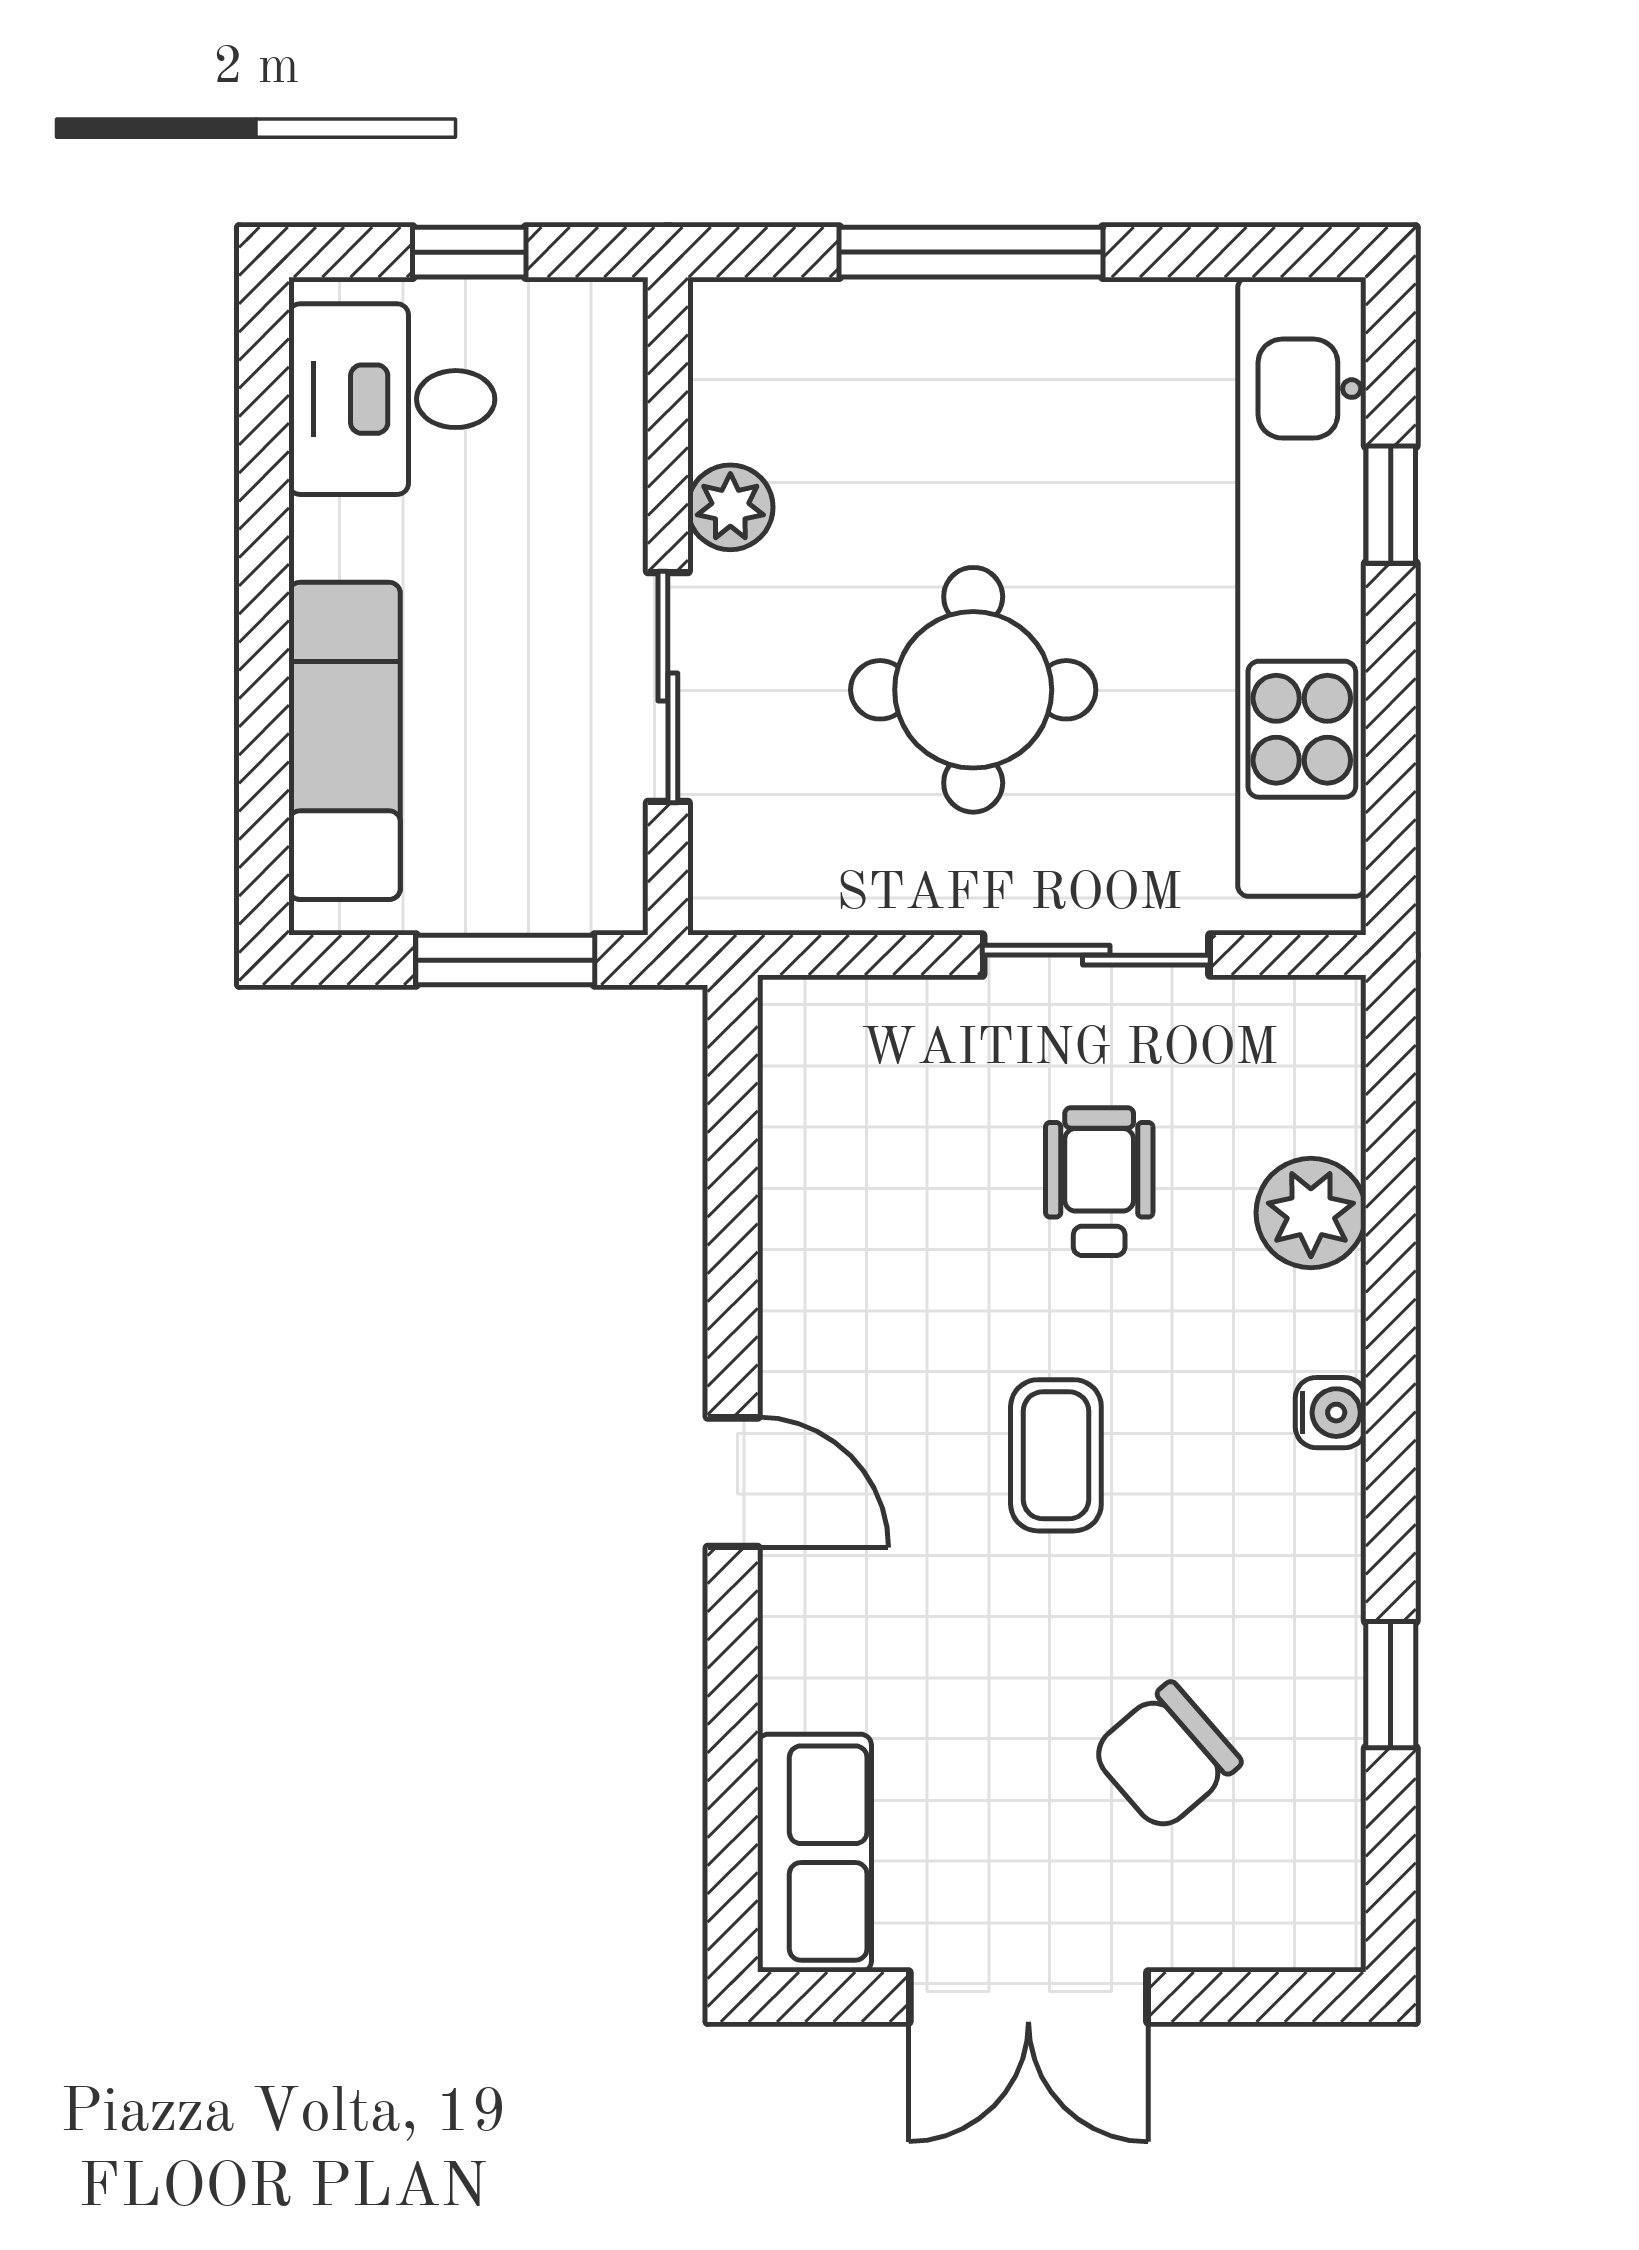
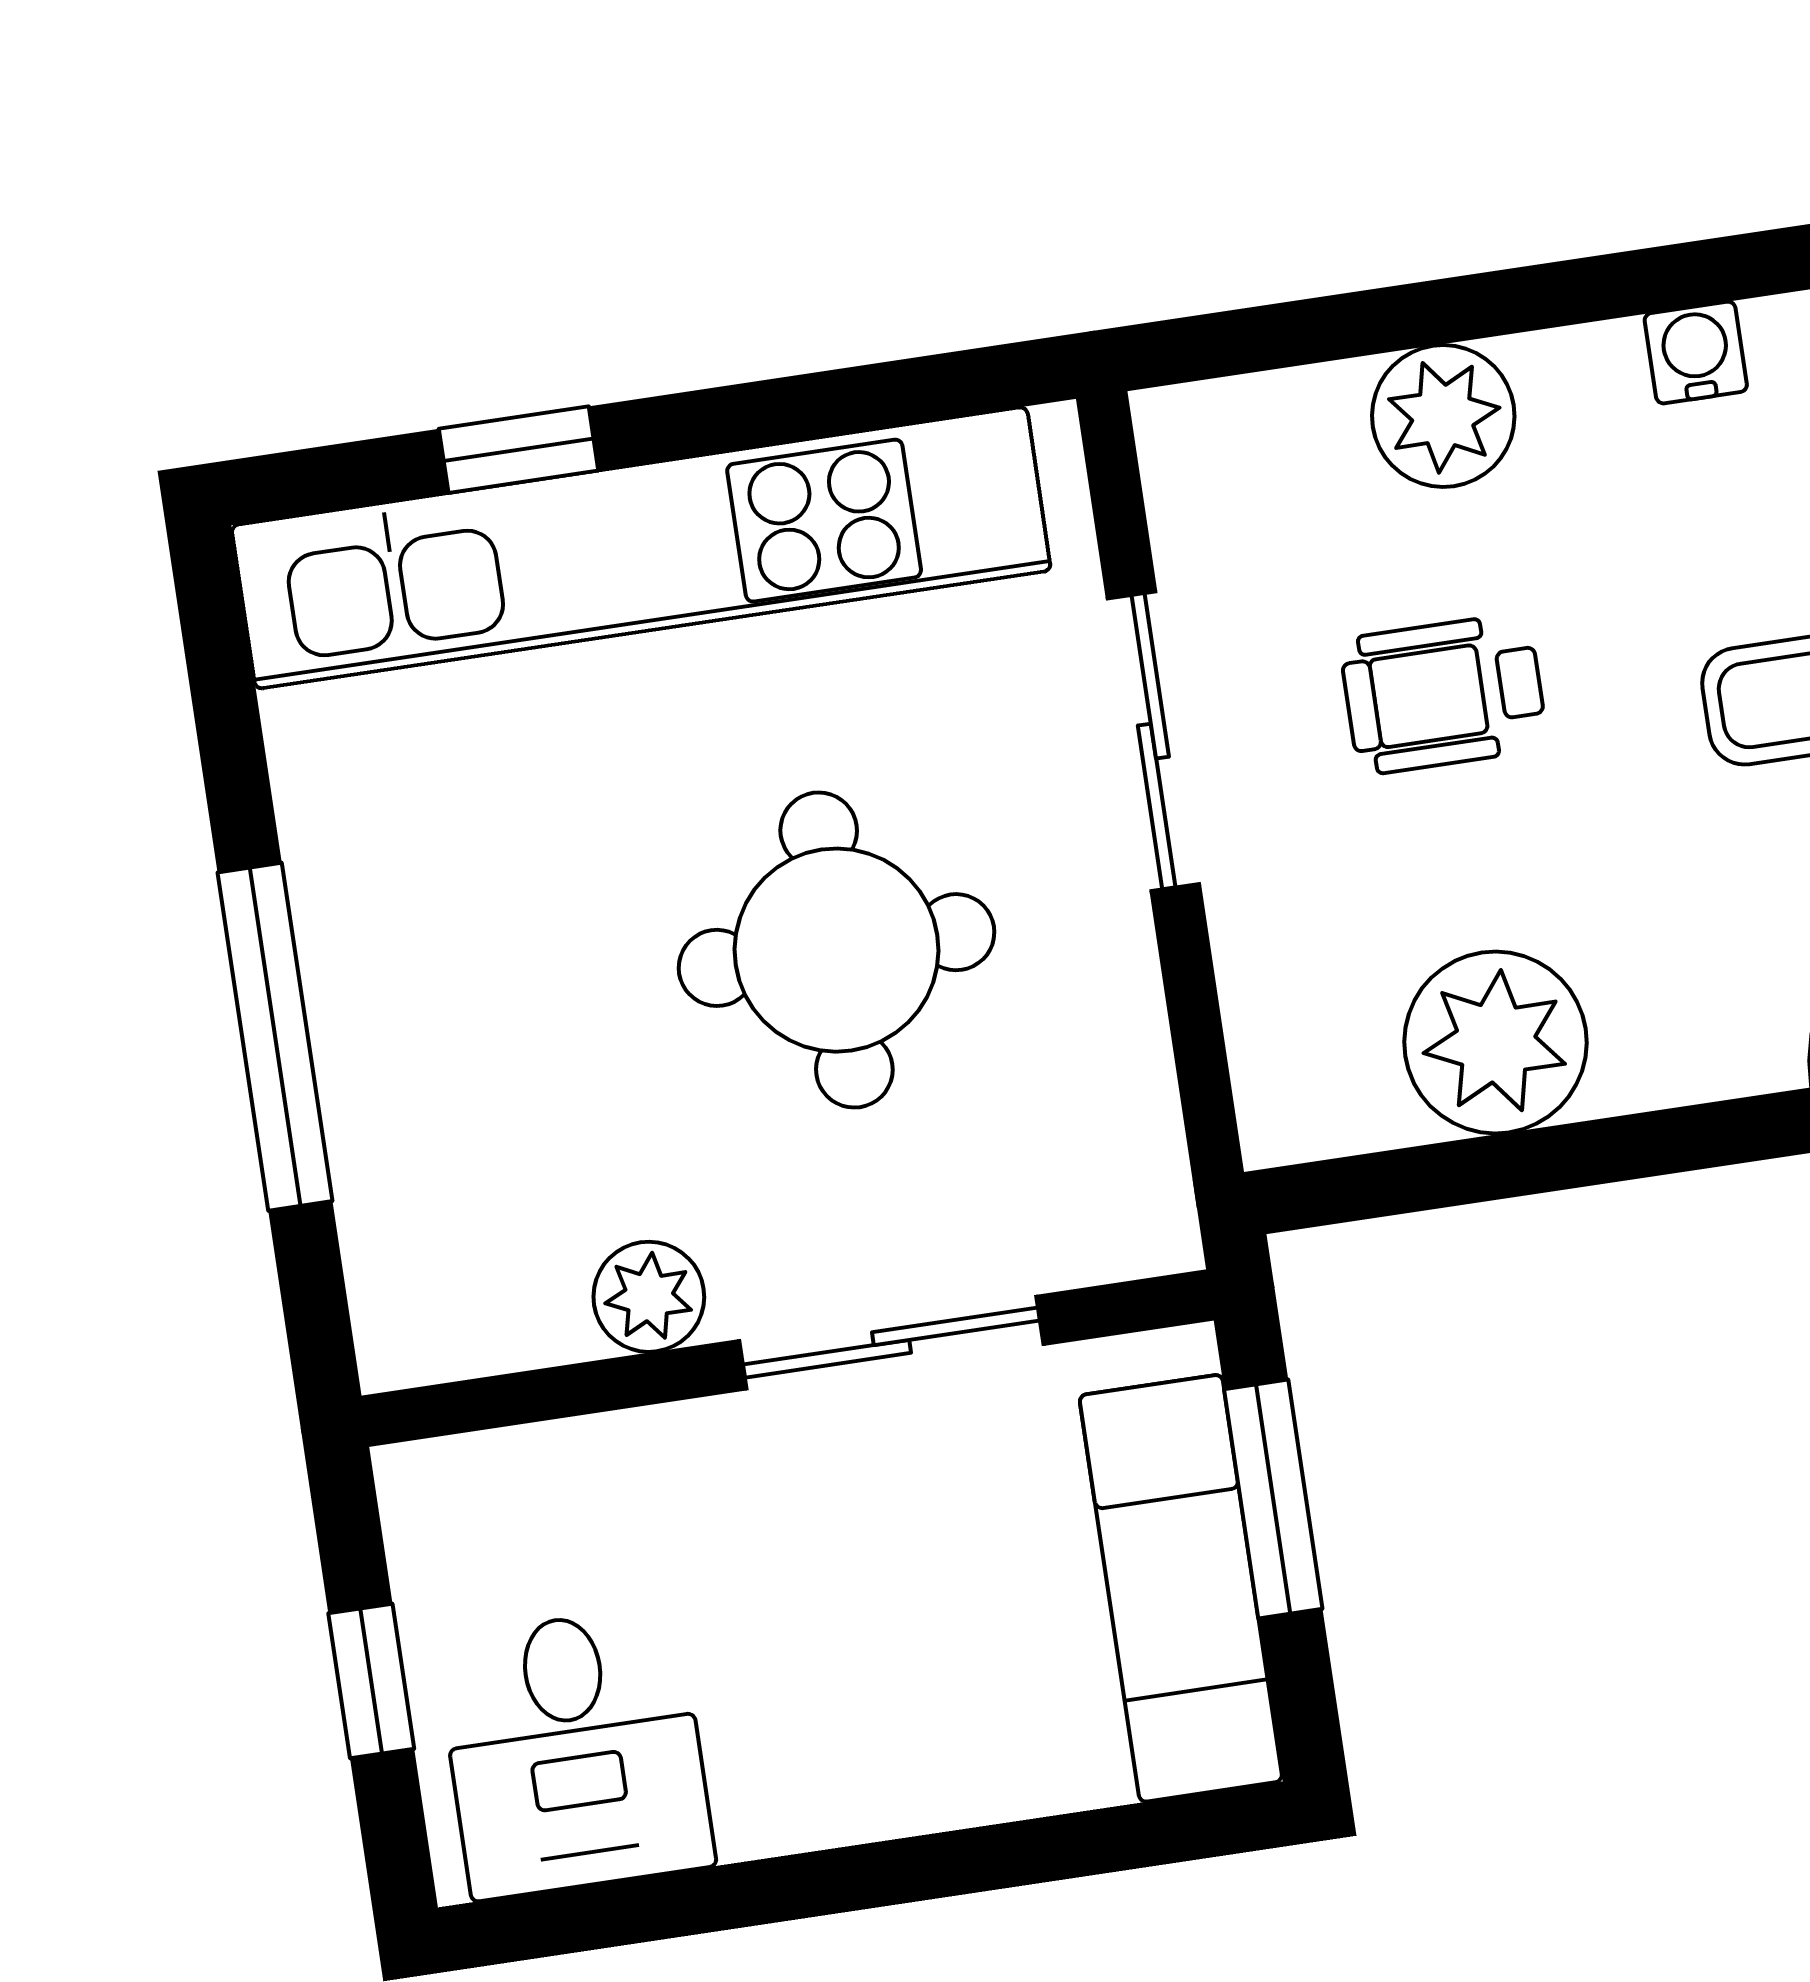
exam couch: (345, 741) -> (1181, 1588), moved, turned -90
plant: (828, 1181) -> (1495, 1042), added

